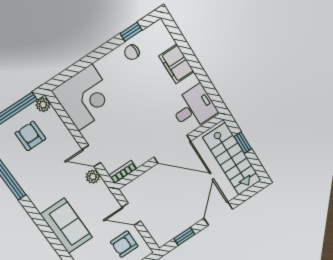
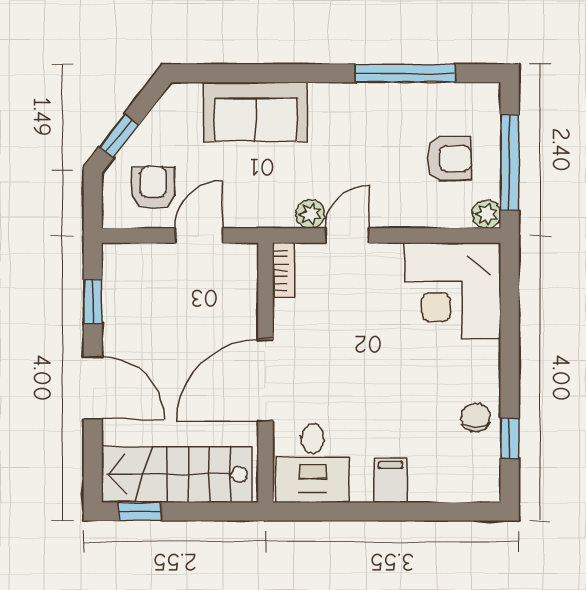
filing cabinet: (176, 64) -> (391, 480), width x0.50
window: (243, 143) -> (140, 511), moved

